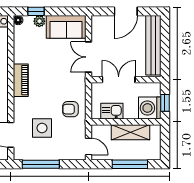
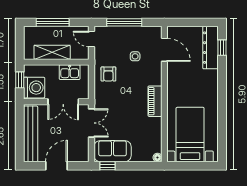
window: (36, 11) -> (107, 166), moved
plant: (39, 21) -> (137, 156), removed
washing machine: (150, 108) -> (34, 88), moved
armchair: (70, 109) -> (108, 74), turned 90
side table: (42, 128) -> (135, 56), width x0.54, depth x0.54
window: (41, 164) -> (124, 22), moved

